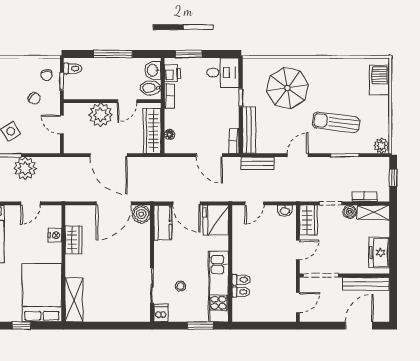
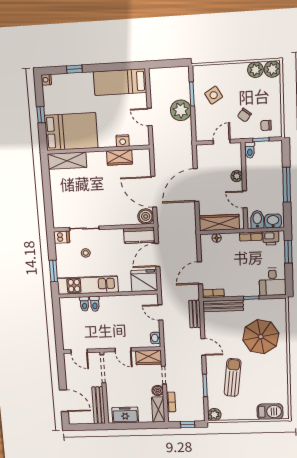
toilet: (73, 68) -> (250, 150), moved
plant: (101, 115) -> (237, 176), width x0.53, depth x0.53

